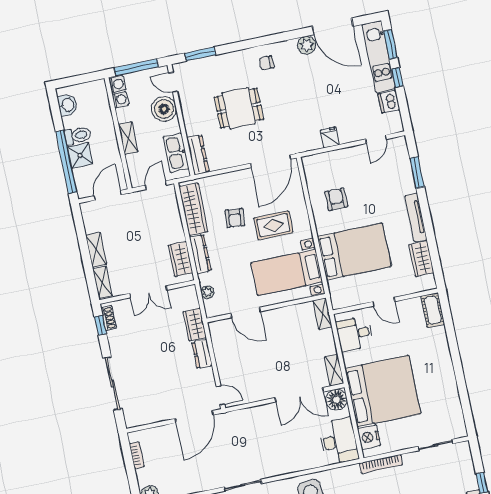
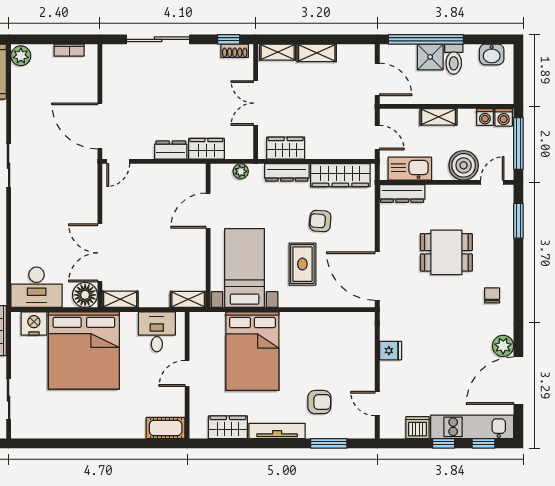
window: (390, 44) -> (484, 443), width x0.67
dining table: (239, 108) -> (446, 252), turned 90
armchair: (336, 199) -> (319, 402), moved

